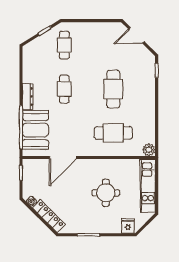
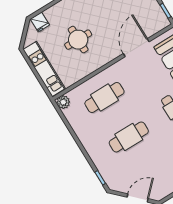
cafe table: (113, 89) -> (129, 137), turned 90

